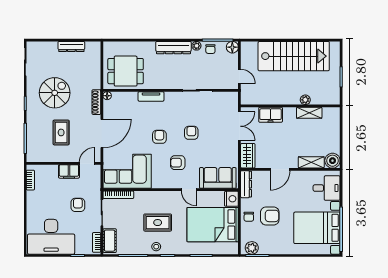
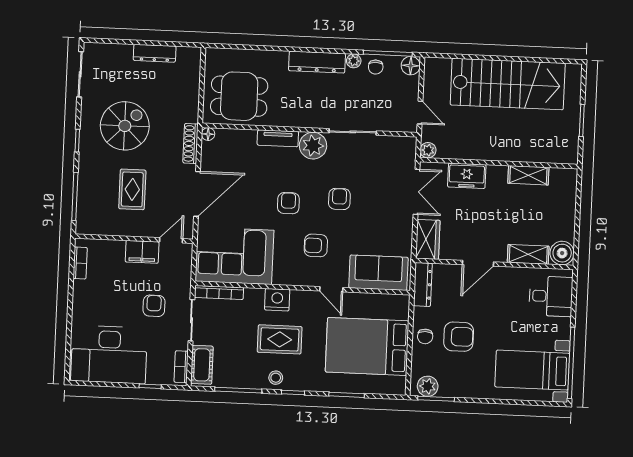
plant: (173, 100) -> (313, 146), added
plant: (305, 100) -> (428, 150), moved
nightstand: (231, 199) -> (277, 300), moved, turned -90
bed with nightstands: (317, 228) -> (532, 370), width x0.73

